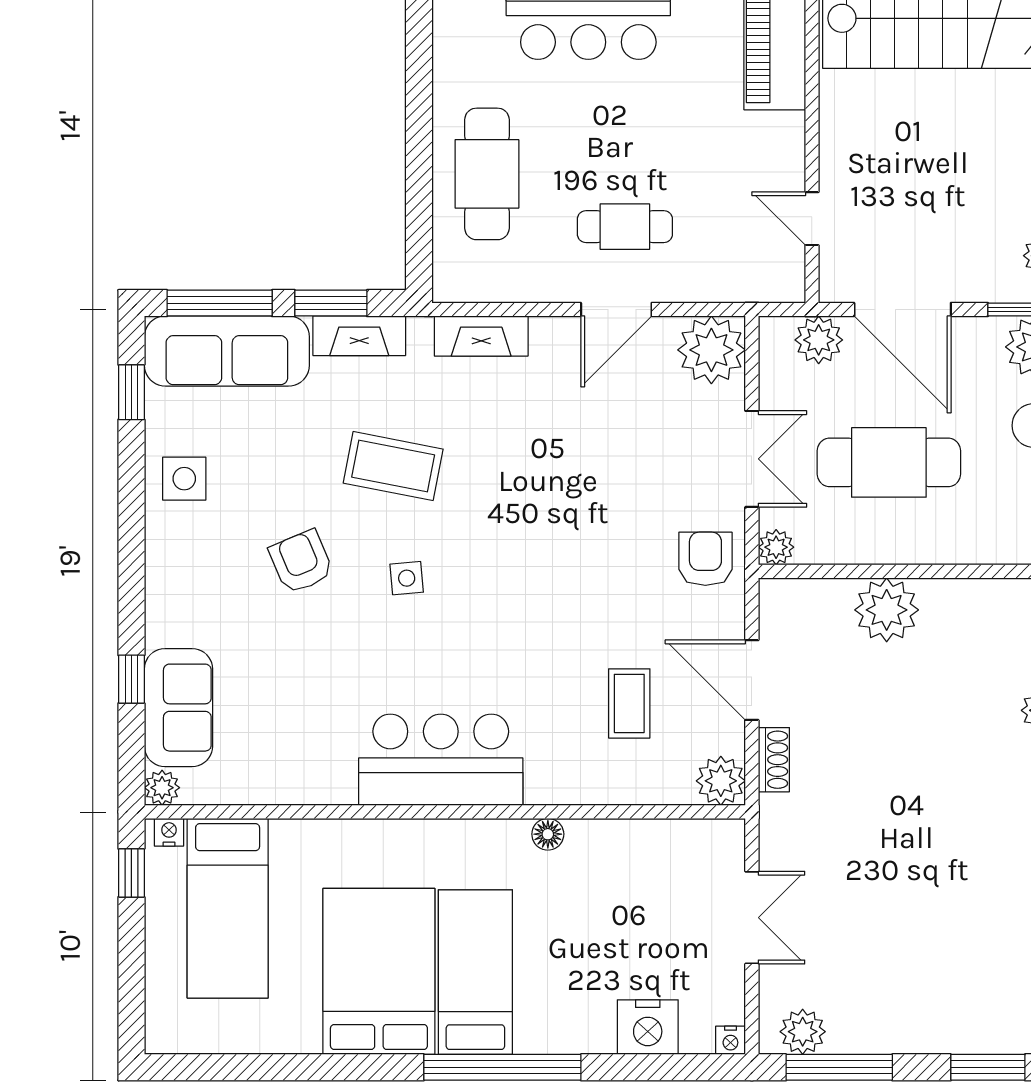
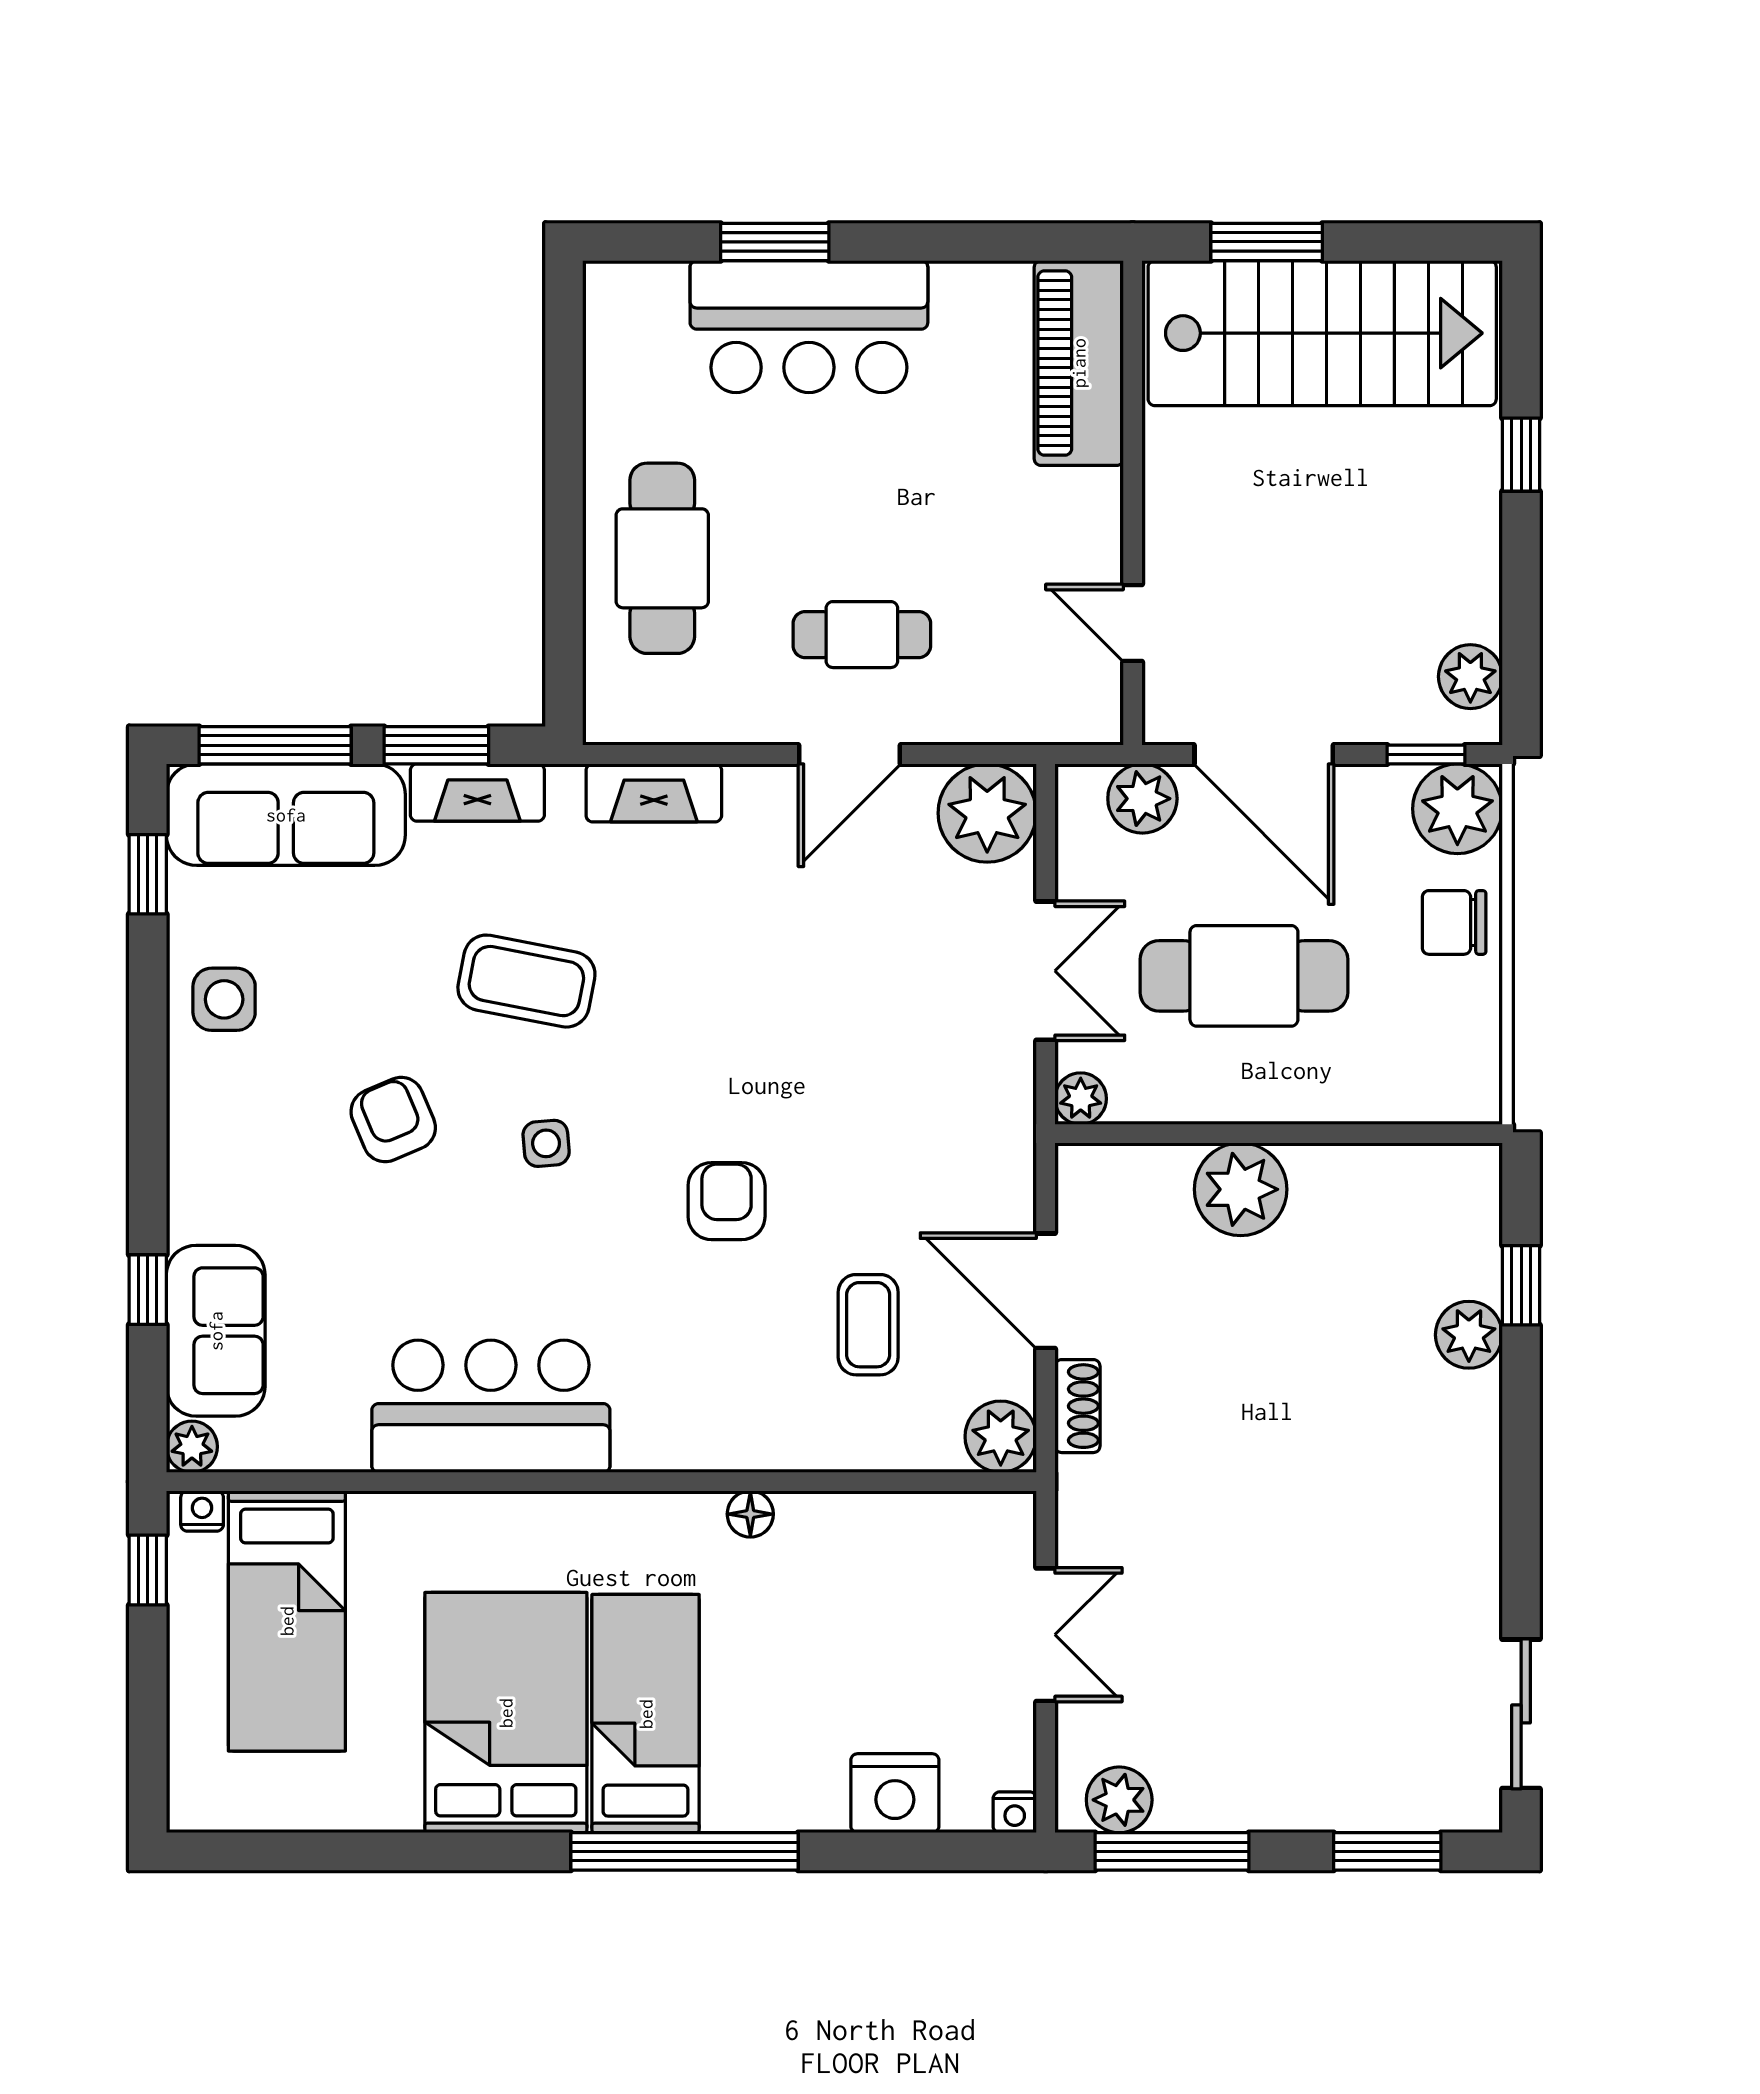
armchair: (705, 559) -> (727, 1201), moved
bar counter: (441, 760) -> (491, 1406), moved

